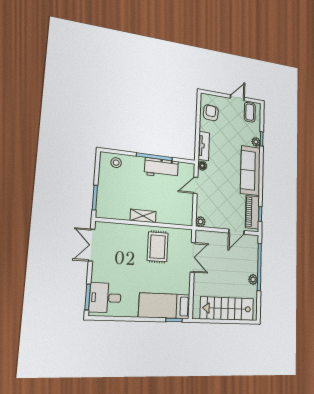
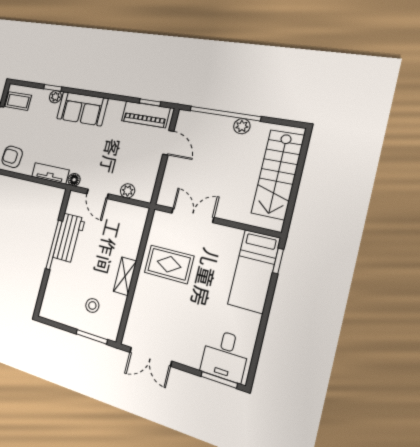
stool: (116, 163) -> (92, 305), moved
sofa: (250, 171) -> (82, 109), width x0.73
plant: (201, 222) -> (128, 191), moved

